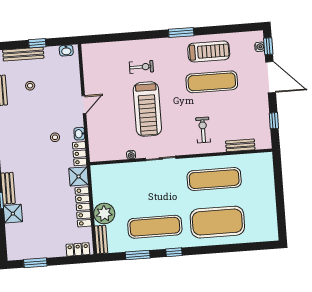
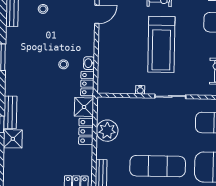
door: (84, 105) -> (97, 14), moved
locker: (83, 207) -> (86, 131), width x0.66
plant: (104, 214) -> (107, 131), moved

